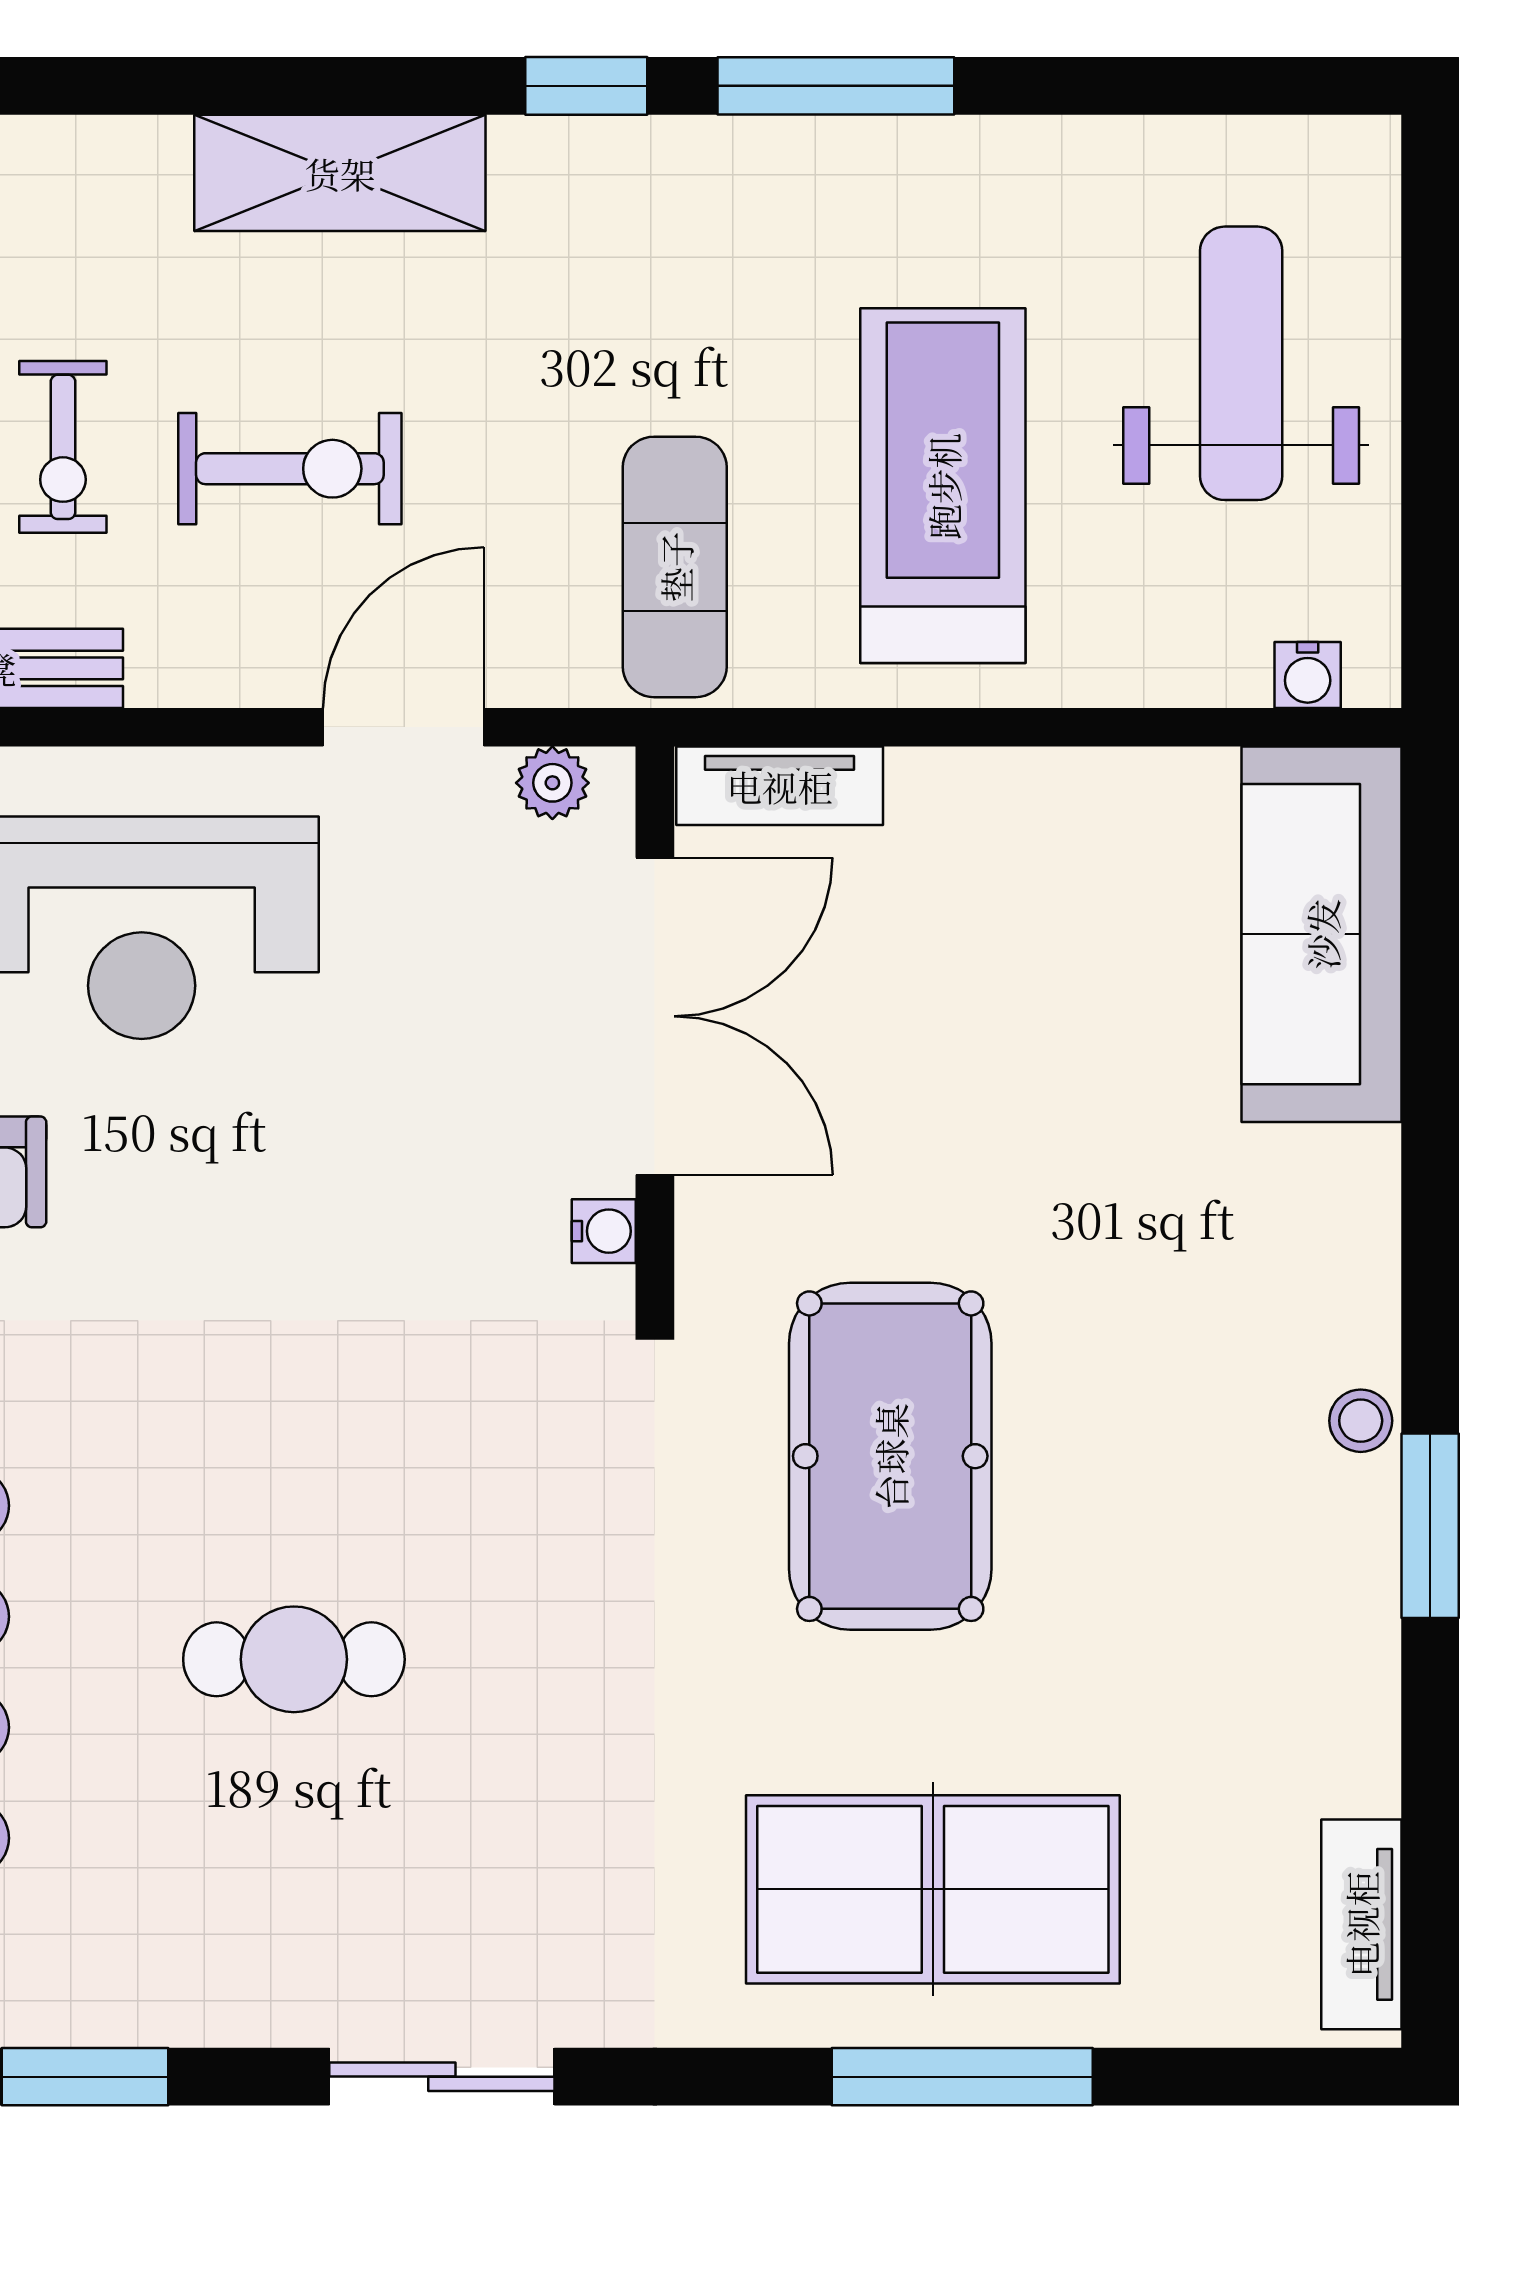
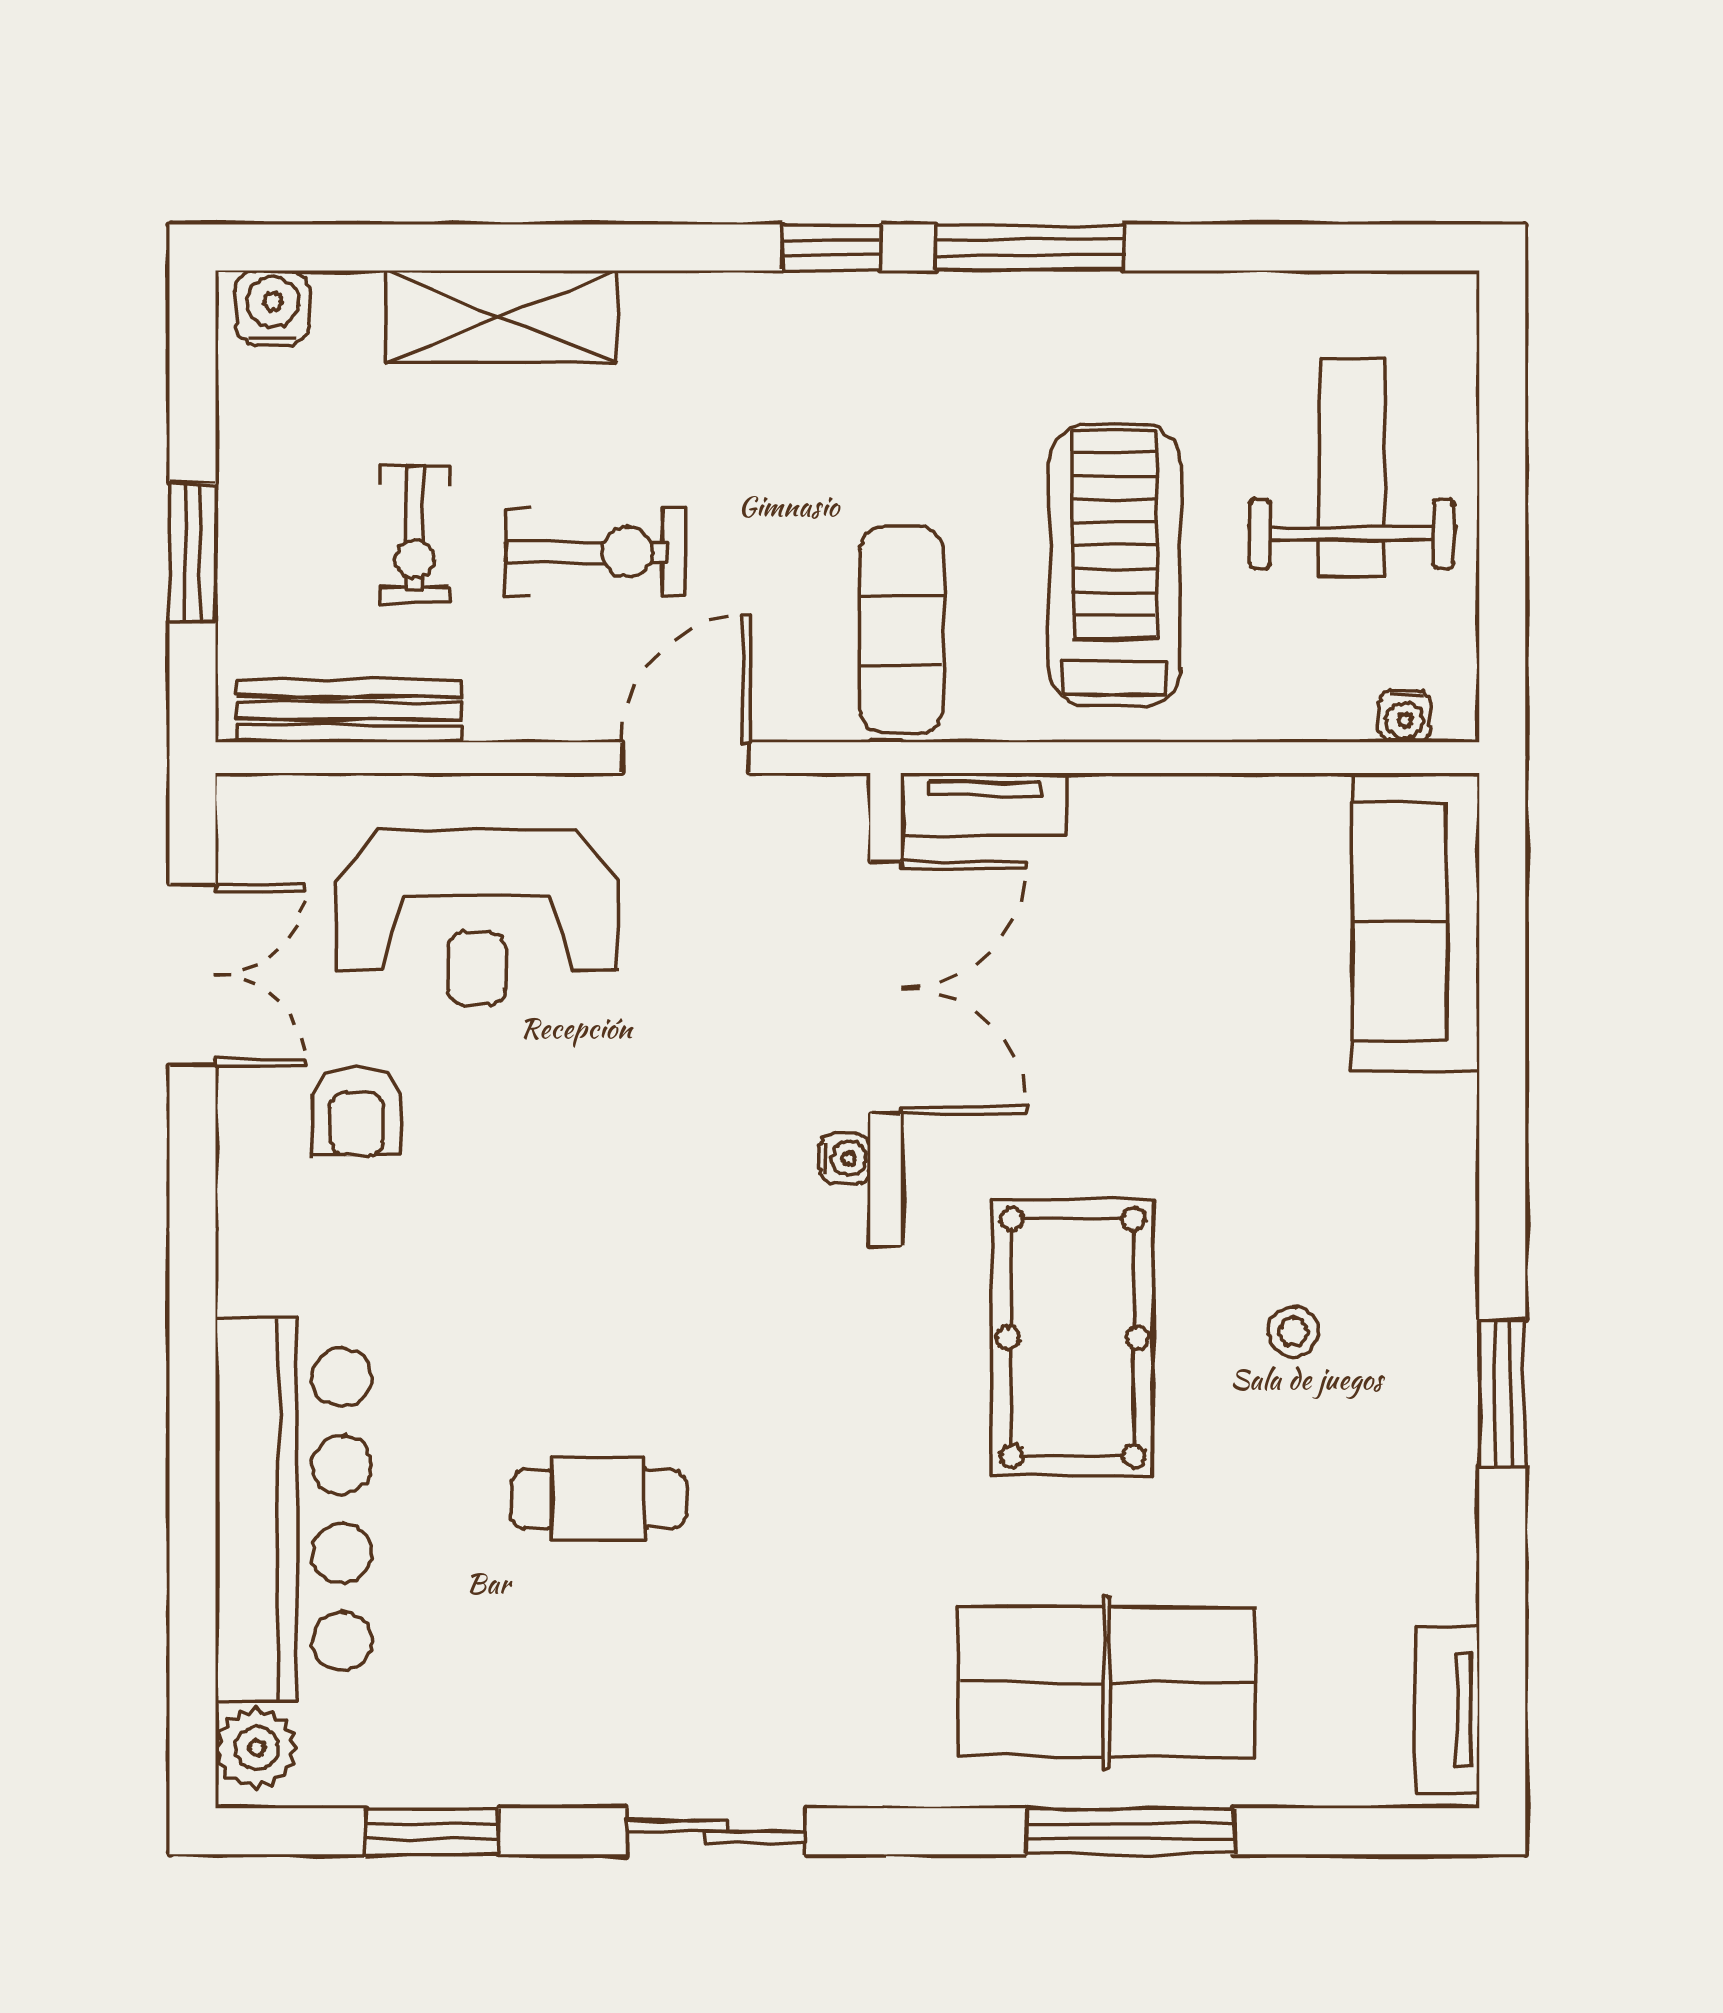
shelving: (340, 173) -> (502, 317), moved
plant: (552, 783) -> (804, 802), removed
stool: (1361, 1421) -> (1293, 1332), moved

